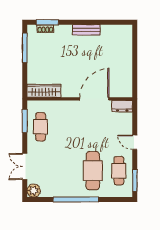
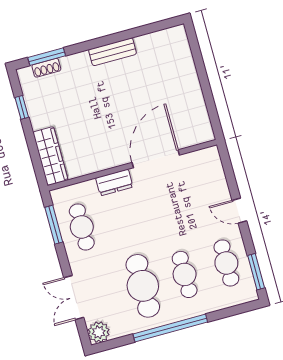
window: (25, 48) -> (22, 107), width x0.46
wardrobe: (44, 91) -> (50, 156), moved, turned 90
dresser: (122, 106) -> (114, 182), moved
cafe table: (67, 171) -> (143, 286), added
cafe table: (93, 171) -> (185, 274), width x0.73, depth x0.74

